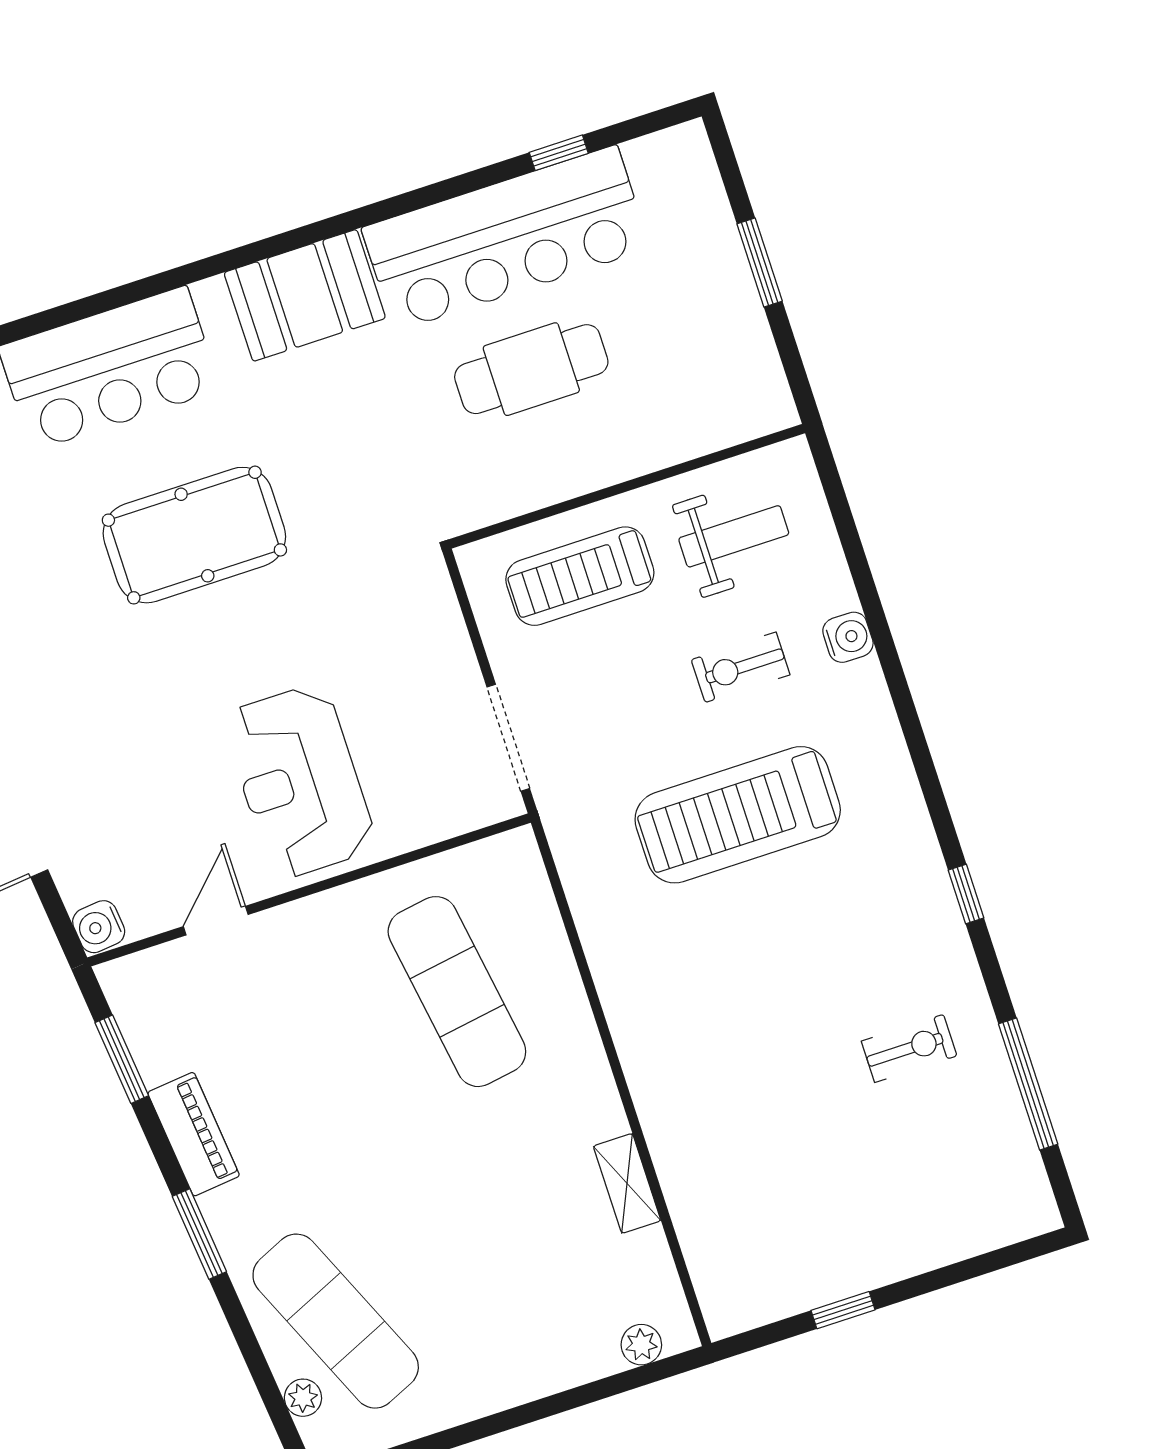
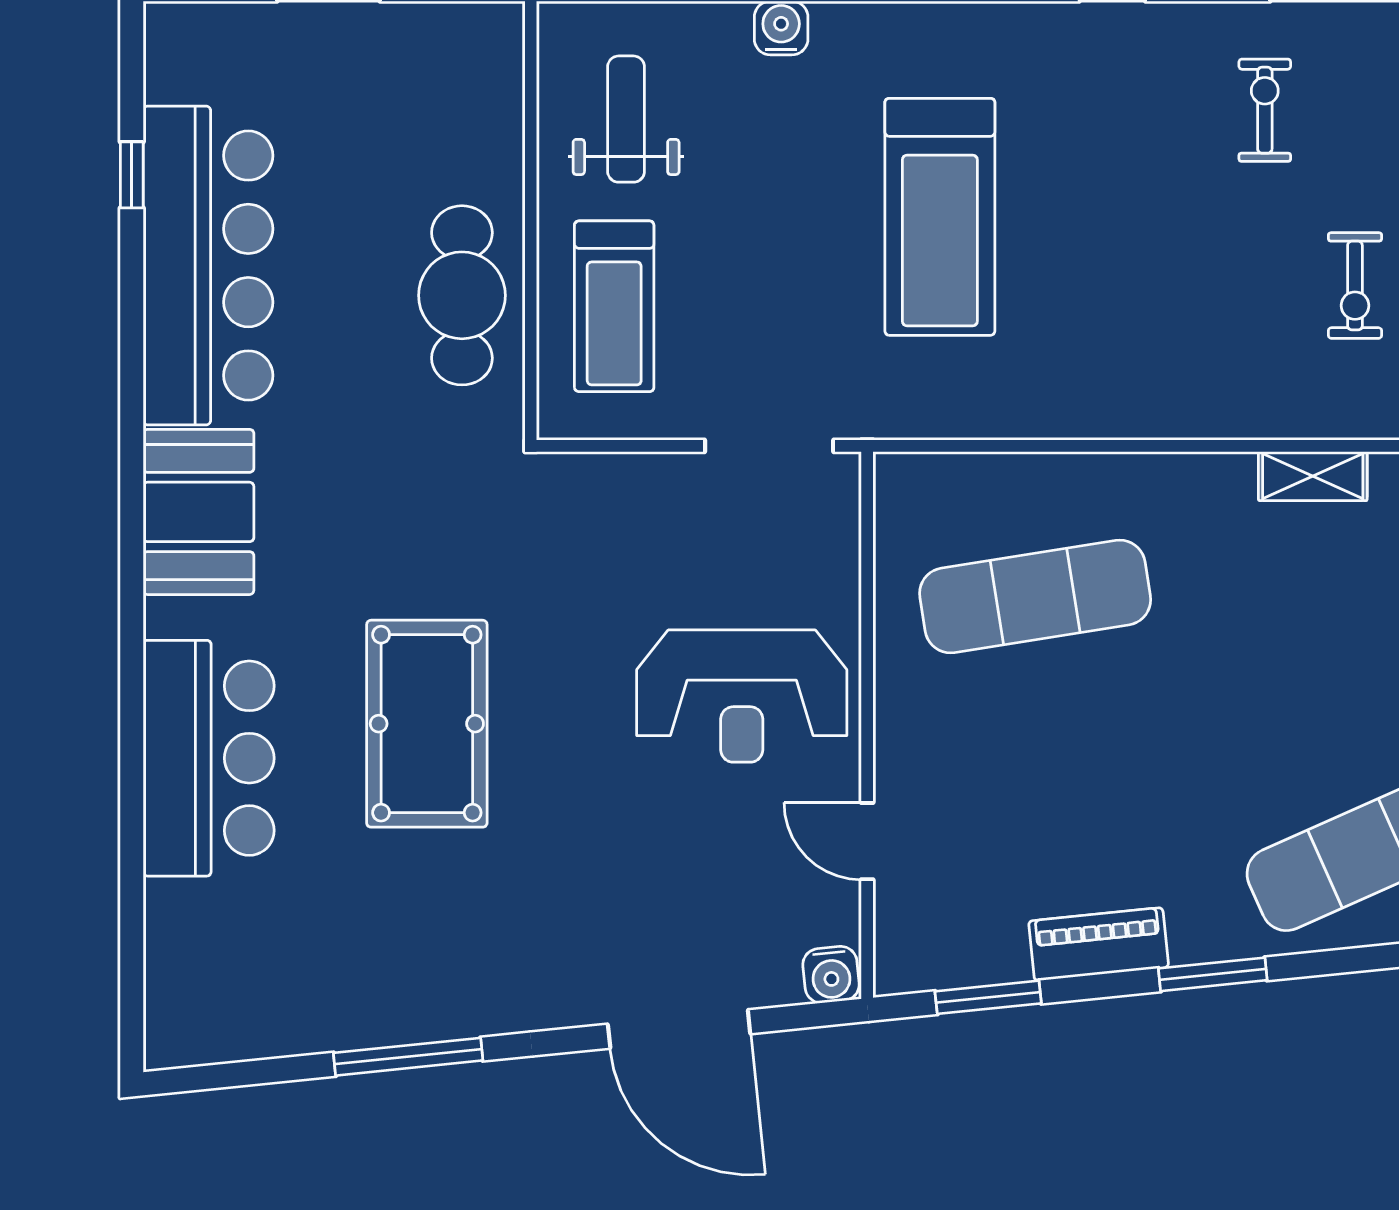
cafe table: (531, 369) -> (462, 295), moved
exercise bike: (741, 667) -> (1355, 286), moved

